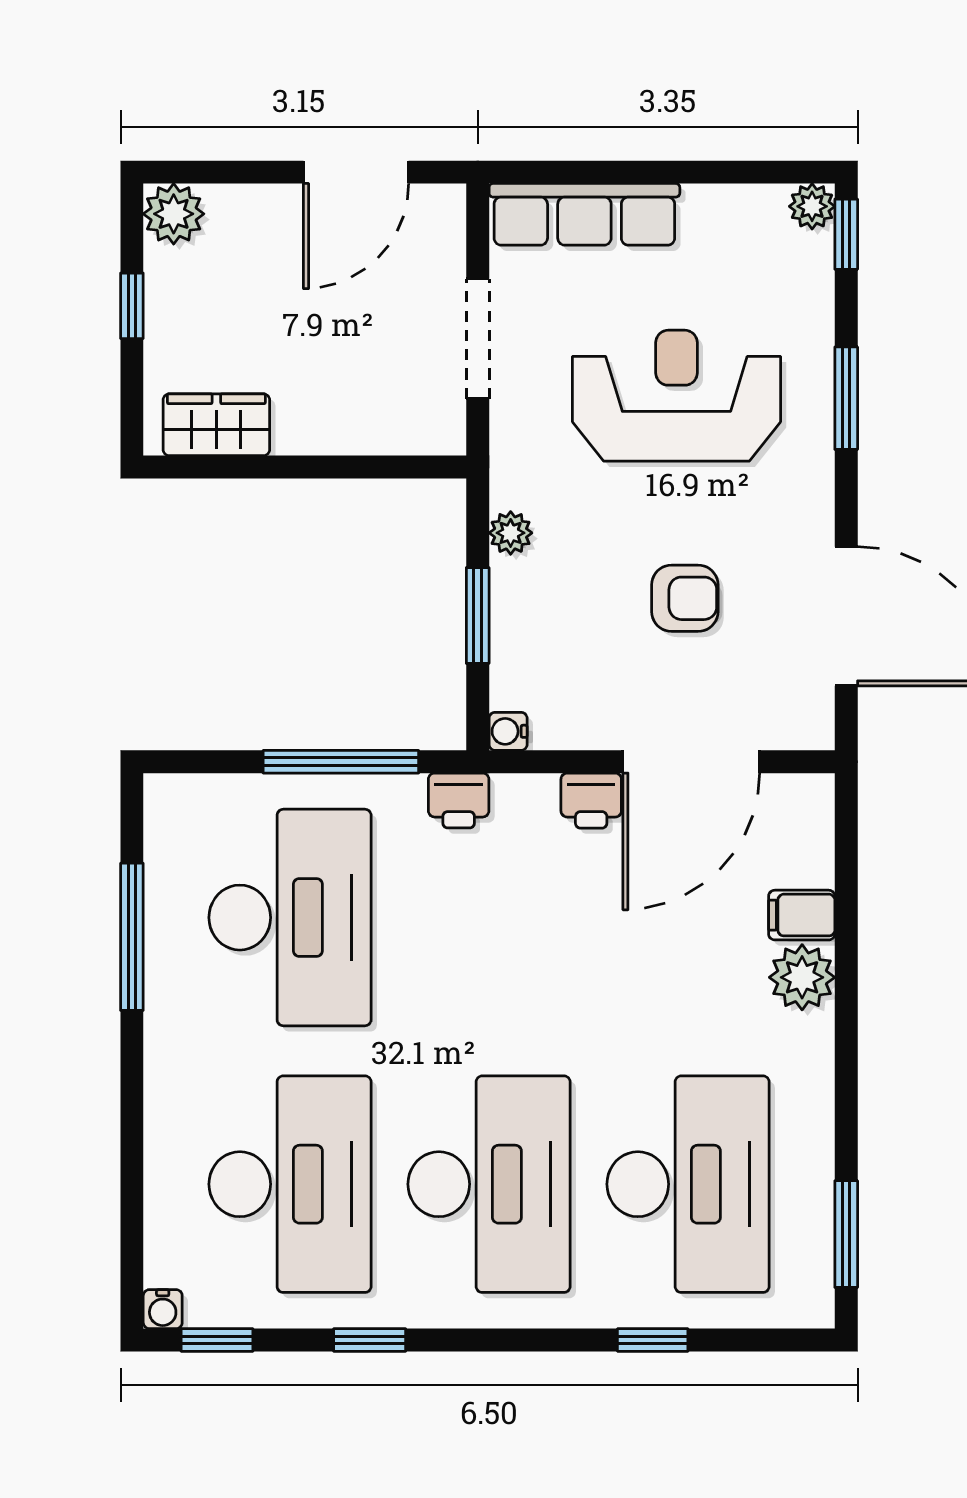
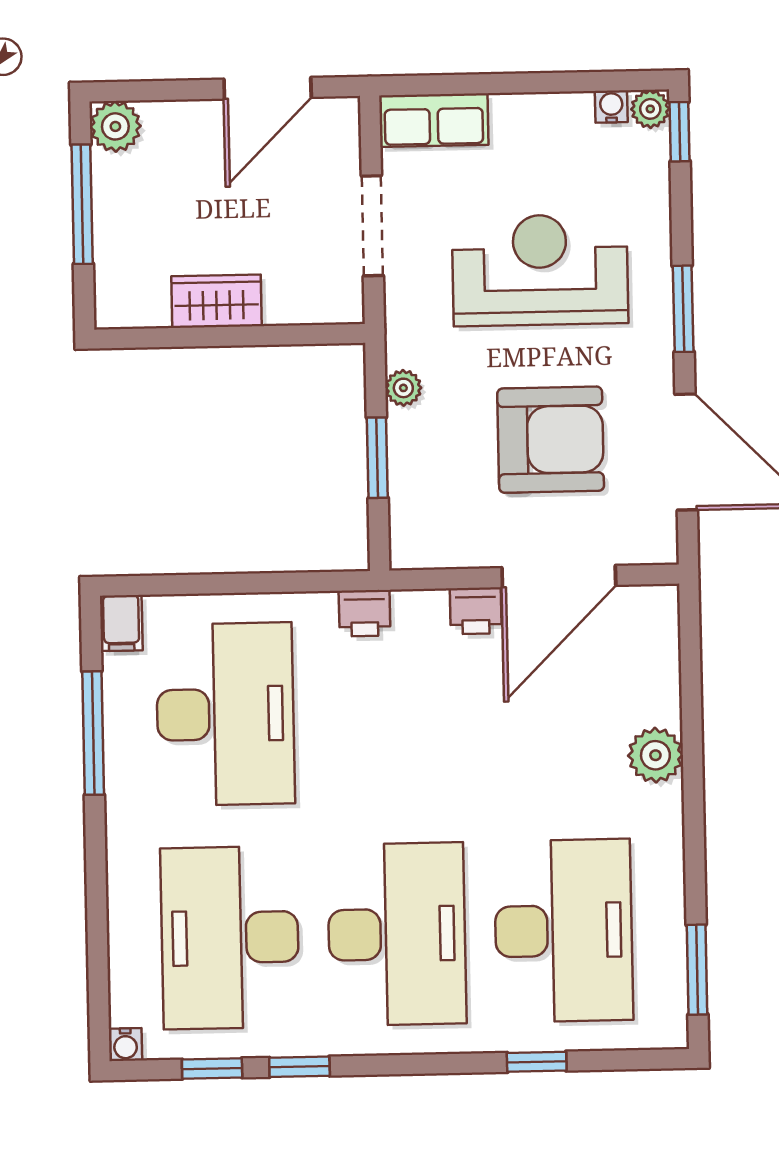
row of seats: (584, 214) -> (434, 120), width x0.68
window: (132, 306) -> (82, 204), width x2.17
window: (846, 398) -> (683, 309), moved
wardrobe: (216, 425) -> (217, 301), moved
armchair: (685, 598) -> (551, 440), width x1.88, depth x1.88
water cooler: (508, 731) -> (611, 107), moved, turned 90
window: (341, 762) -> (265, 583), removed
filing cabinet: (802, 915) -> (121, 623), moved, turned -90
desk: (290, 1184) -> (230, 938), turned 180
window: (217, 1340) -> (212, 1069), moved

